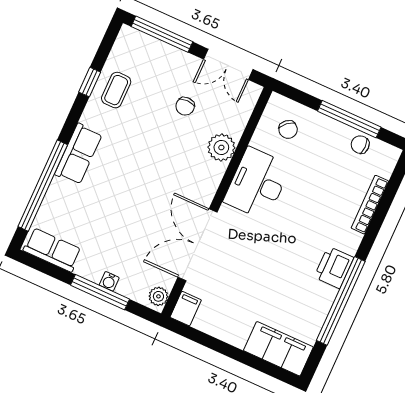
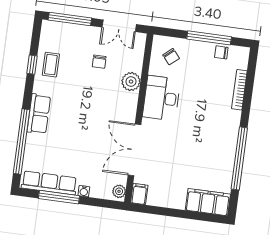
row of seats: (52, 250) -> (49, 183), width x1.48
printer: (334, 267) -> (228, 138), removed
window: (100, 292) -> (59, 197), moved

